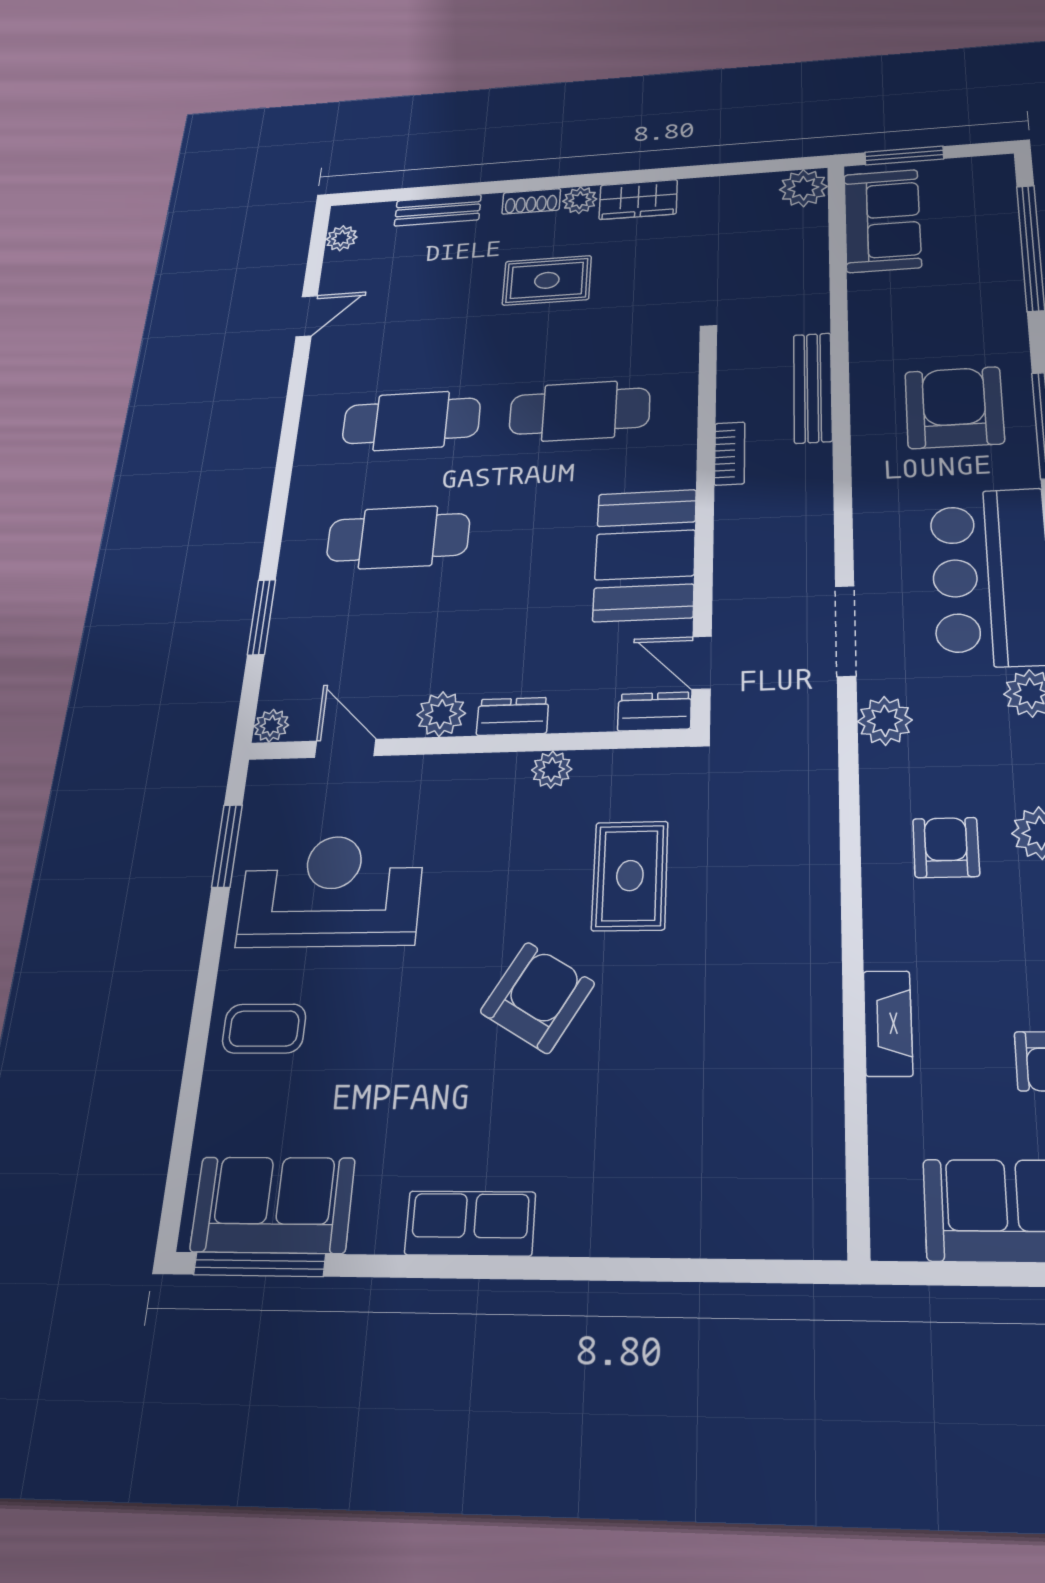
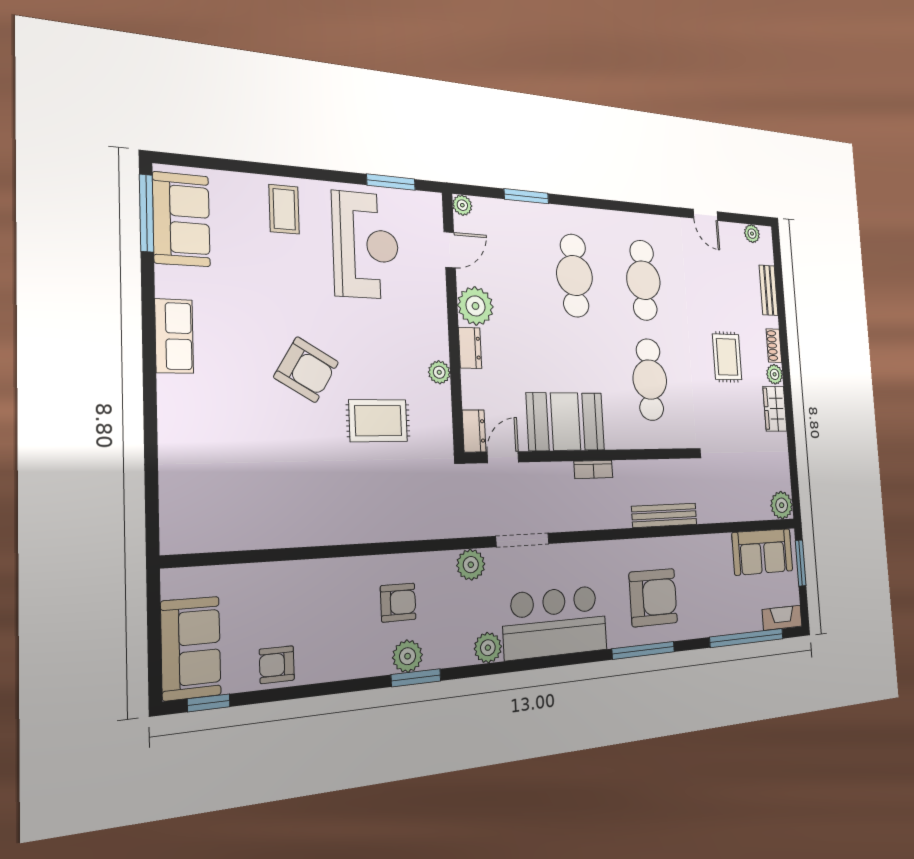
bookcase: (730, 453) -> (593, 469), moved
plant: (441, 714) -> (475, 306), width x1.36, depth x1.36
fireplace: (888, 1023) -> (782, 618), moved, turned 180

